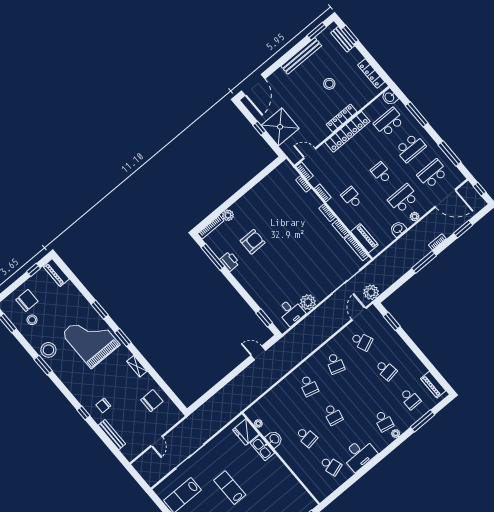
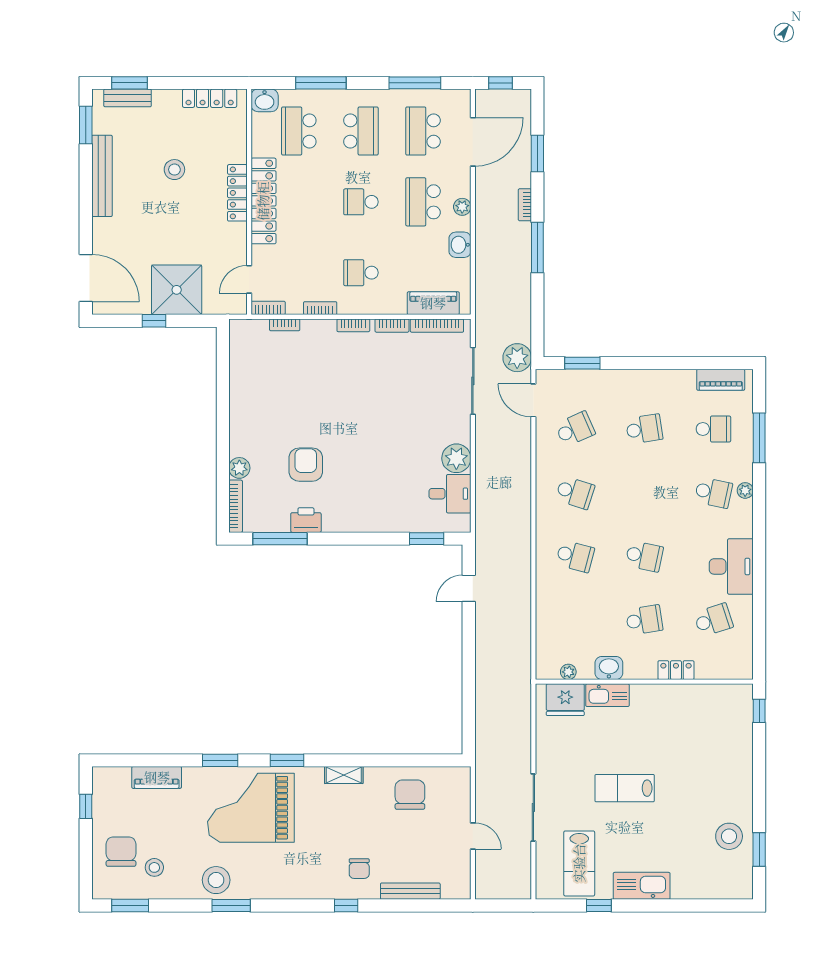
piano: (56, 273) -> (157, 777), moved
locker: (297, 468) -> (676, 670), added

